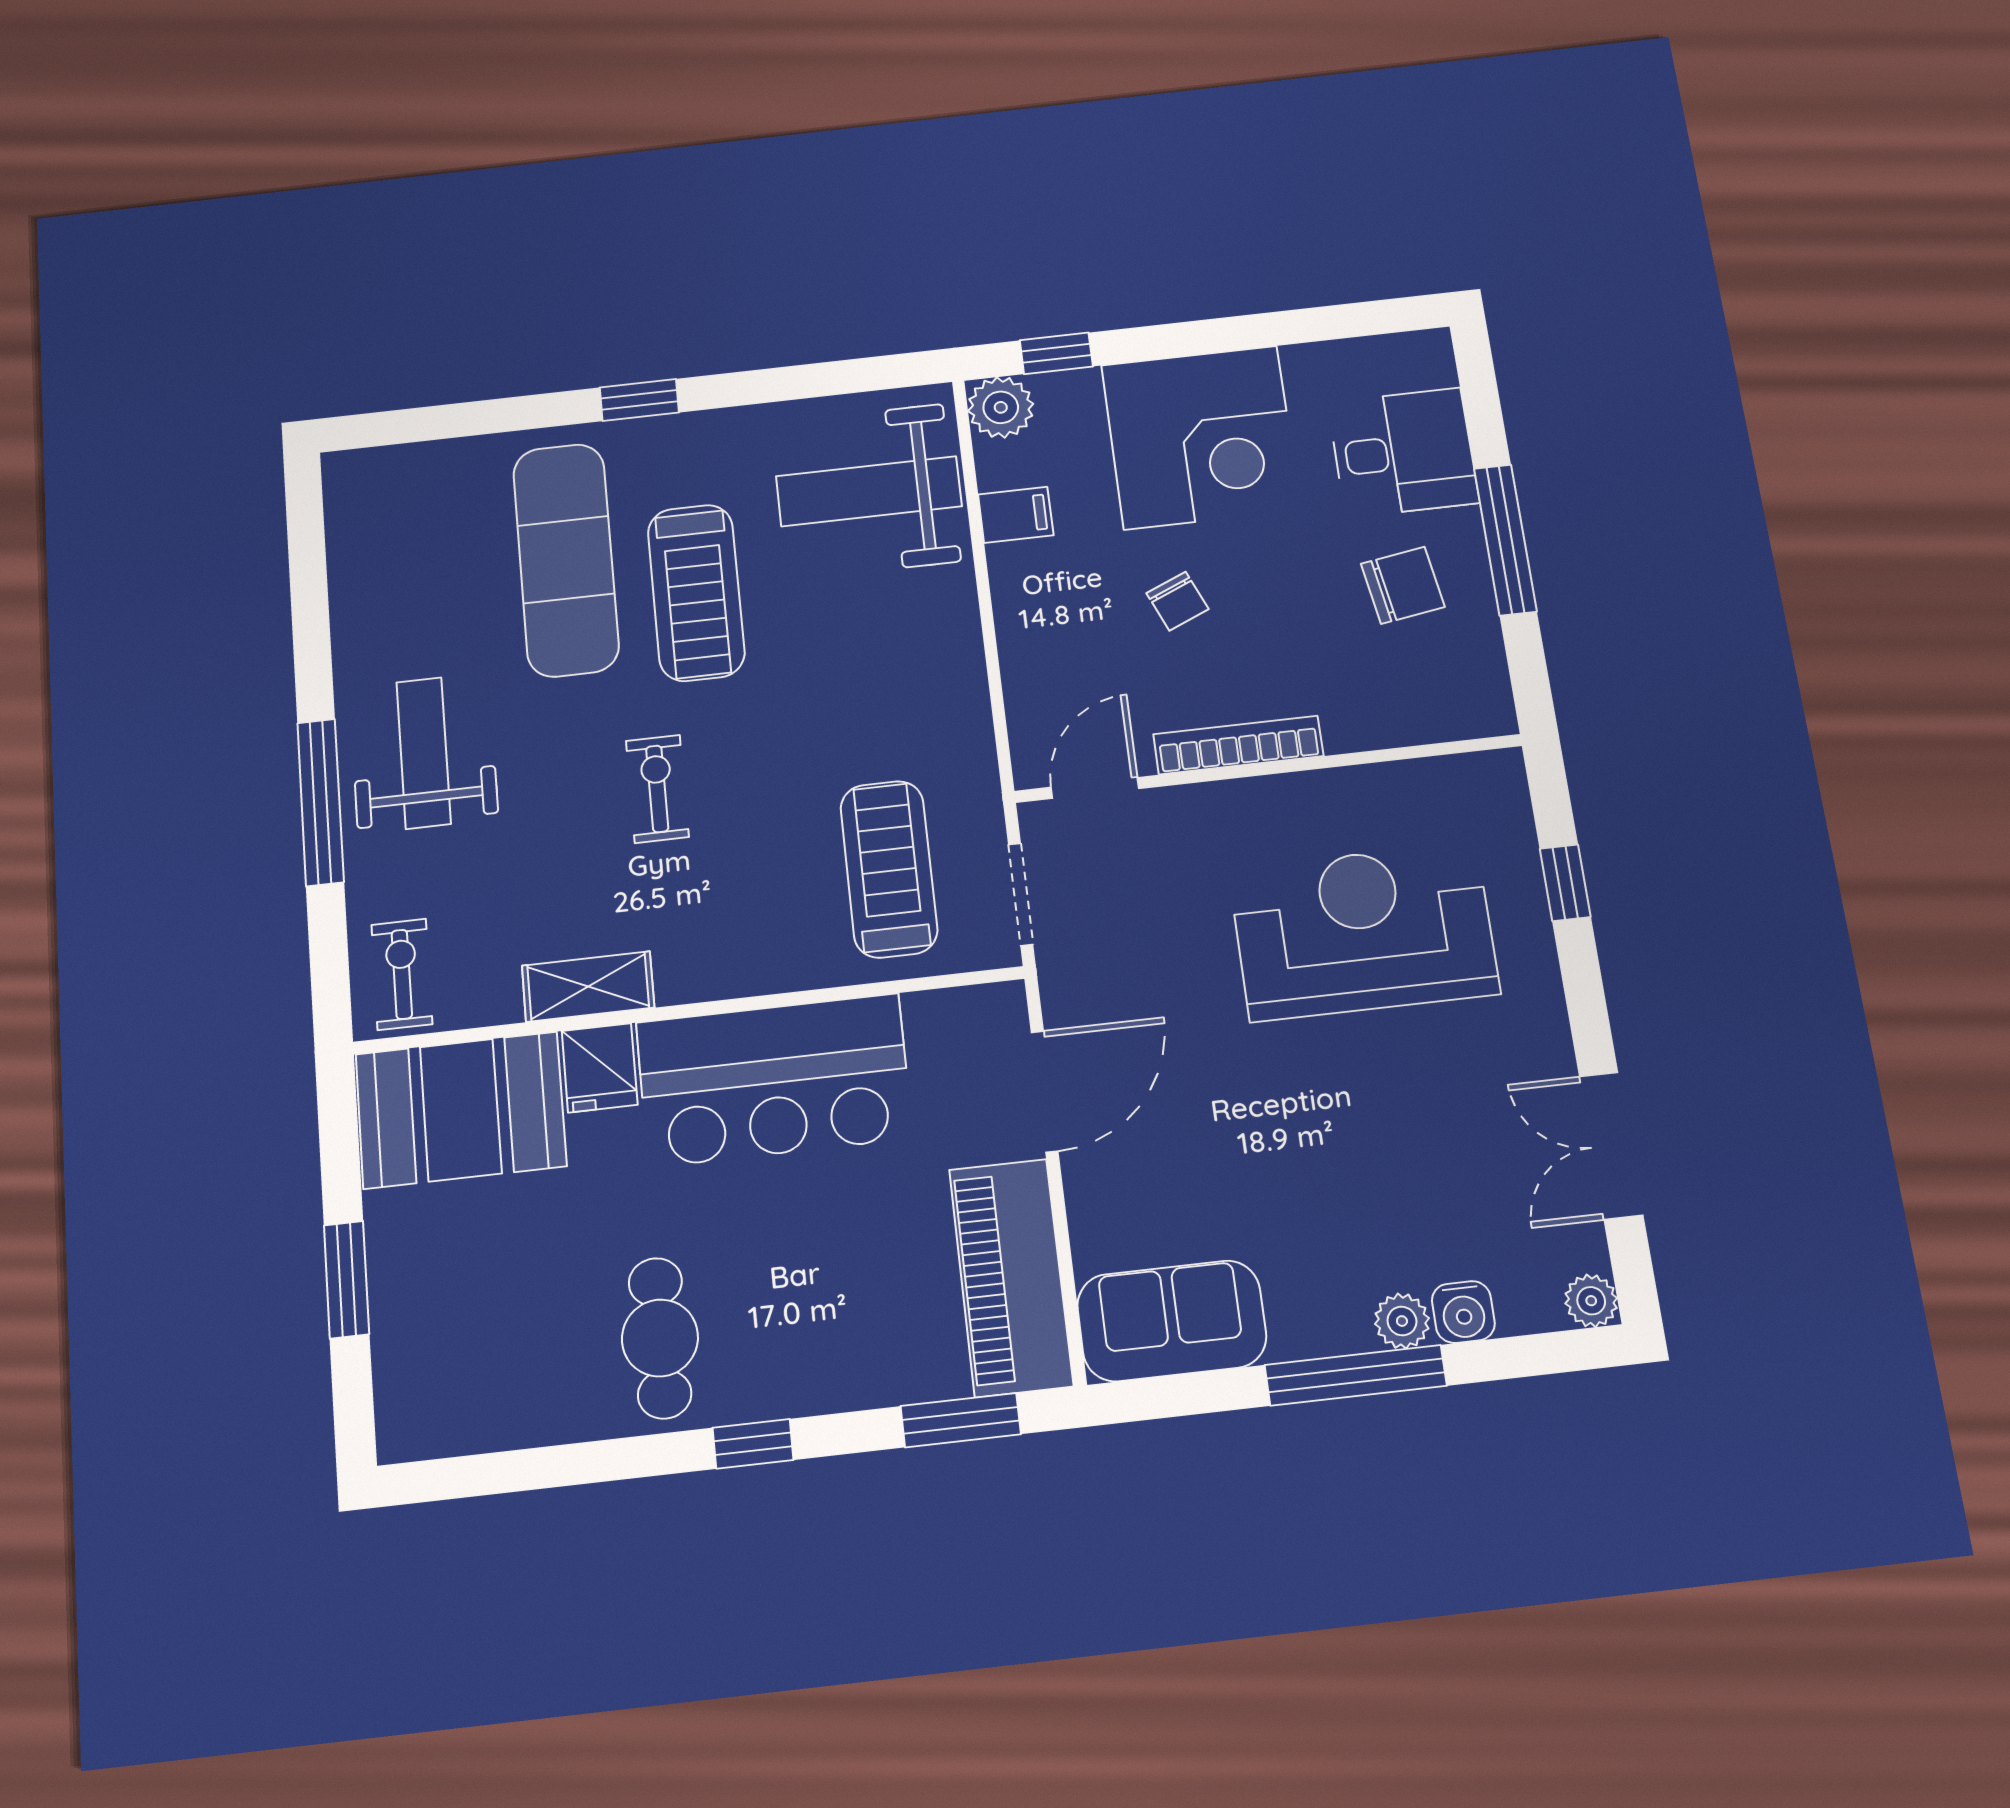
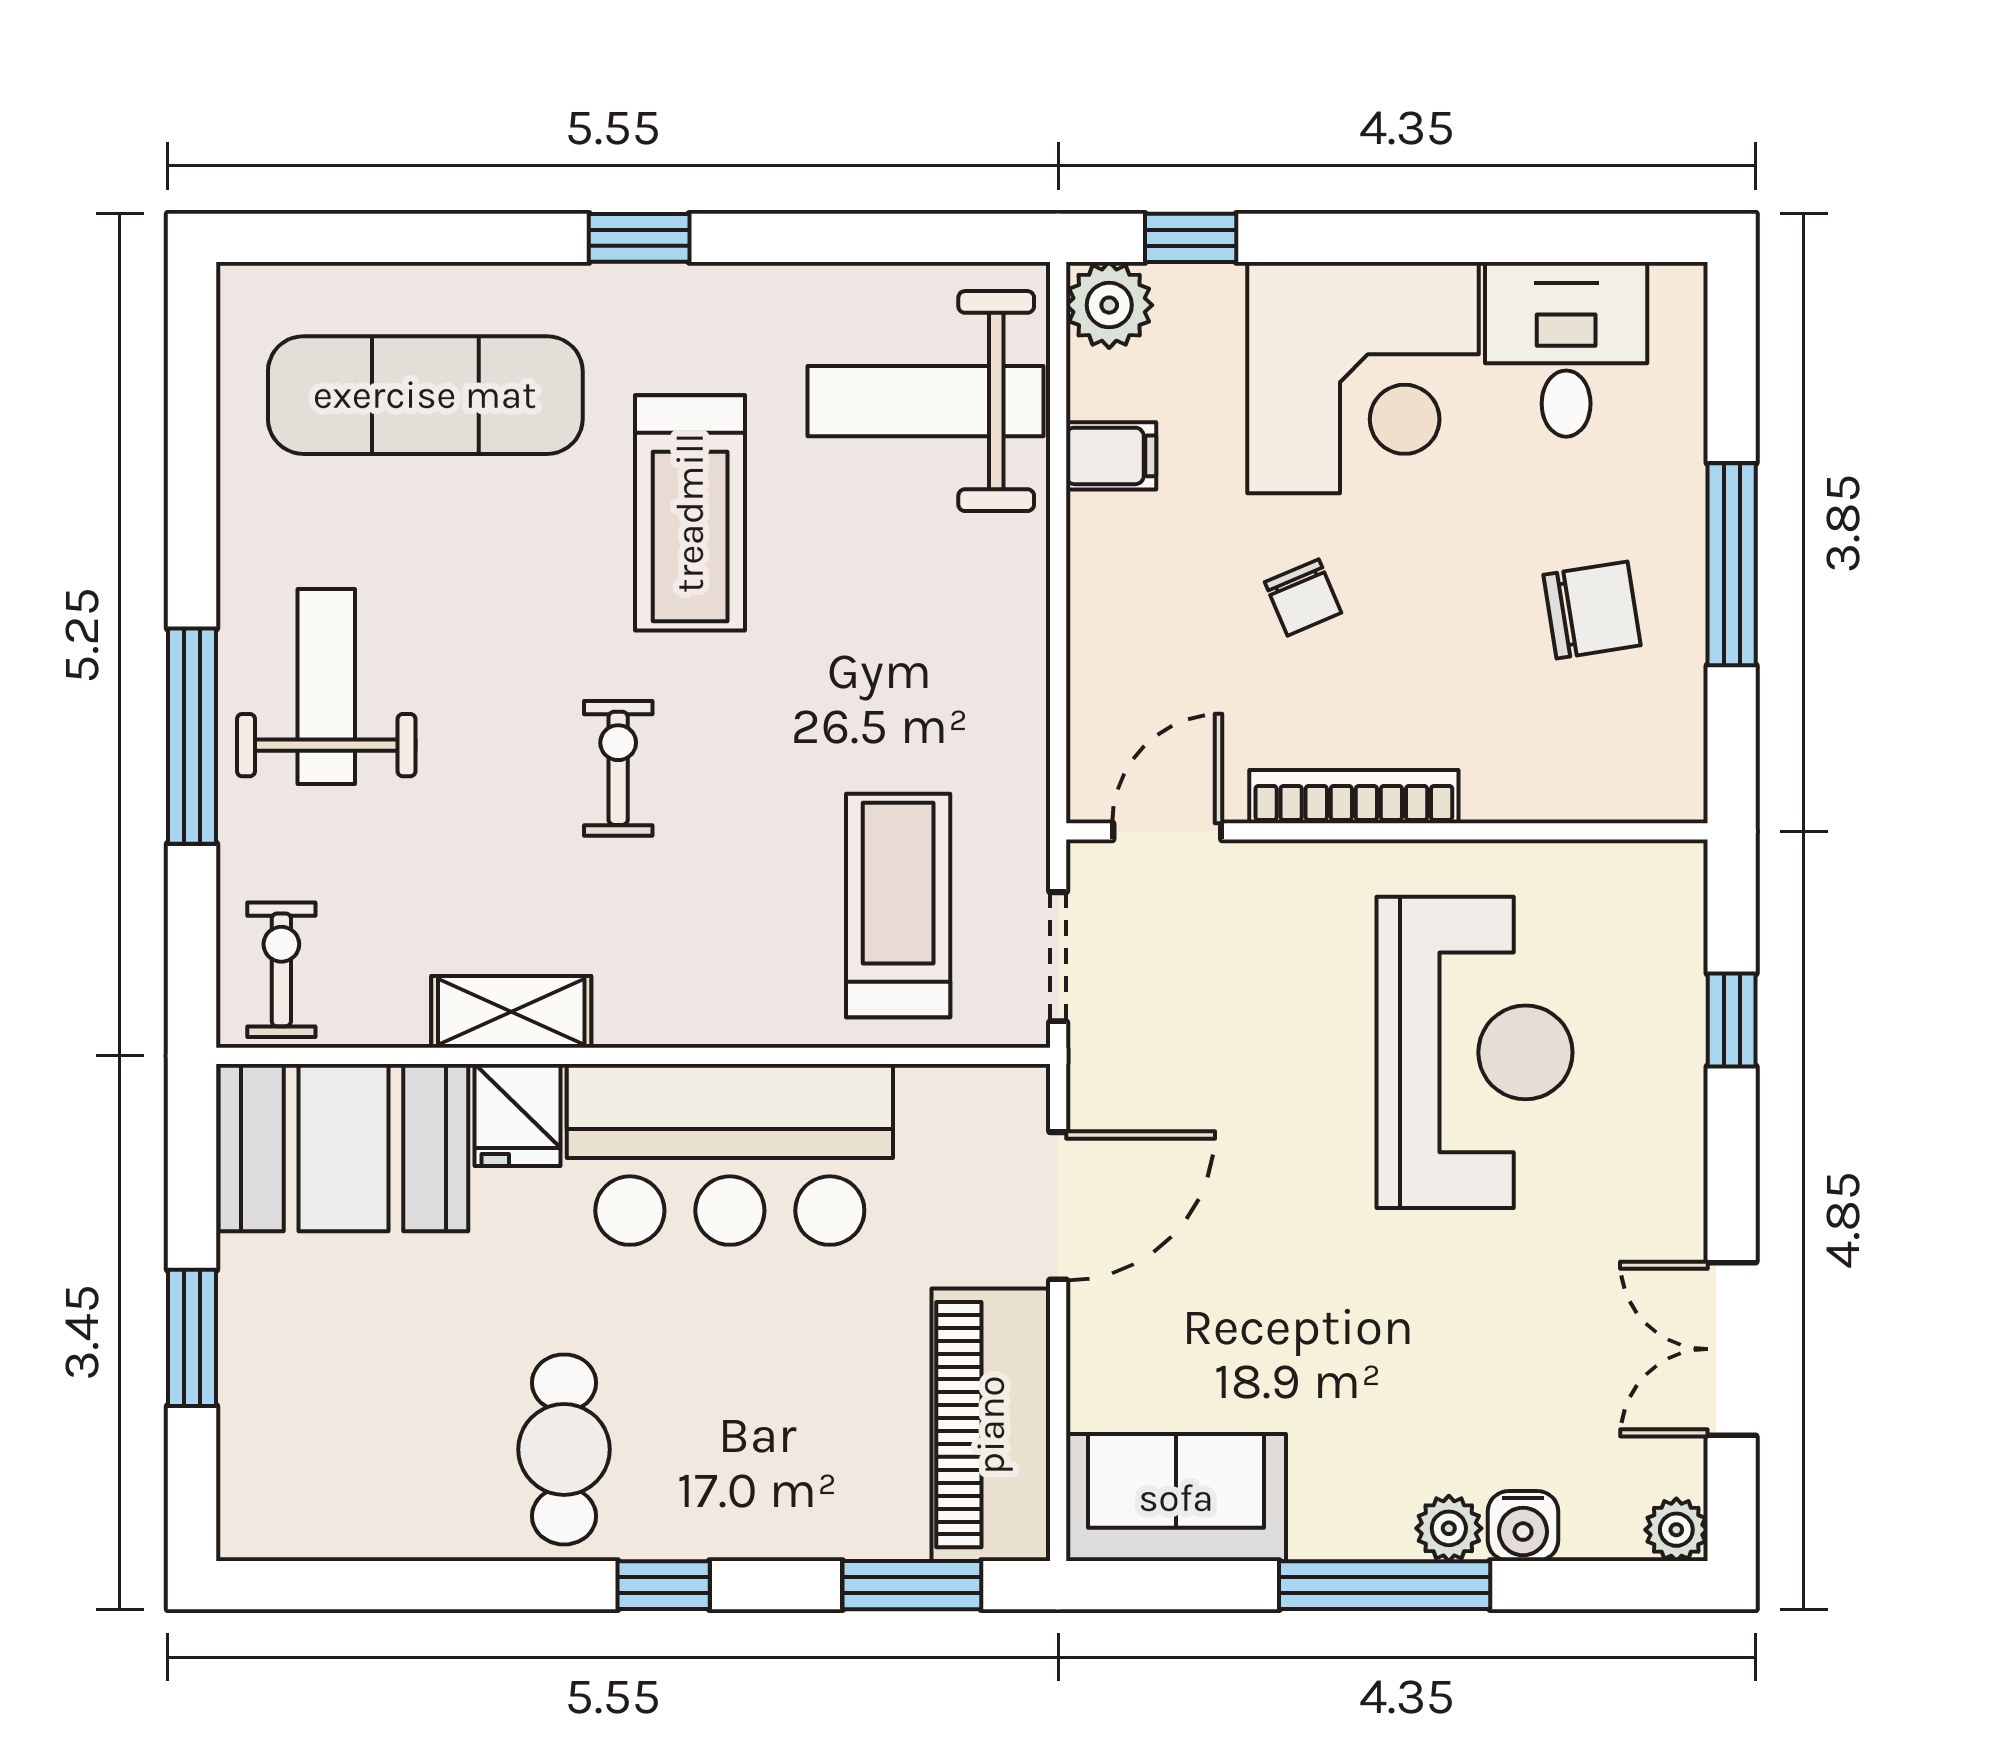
desk: (1403, 452) -> (1566, 349), moved, turned -90
exercise mat: (566, 560) -> (425, 395), moved, turned 90
reception desk: (1364, 931) -> (1475, 1052), turned 90

